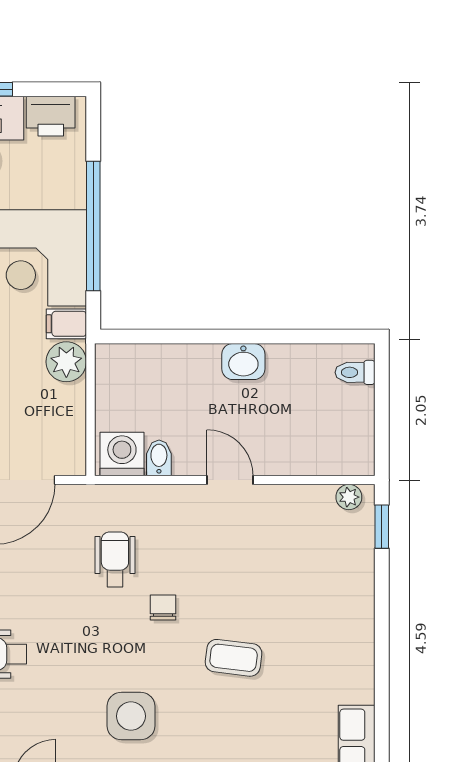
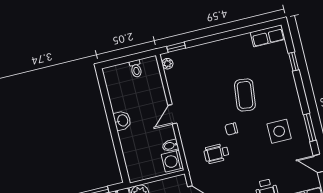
toilet: (355, 372) -> (136, 69), moved
coffee table: (234, 658) -> (245, 95), width x1.36, depth x1.30

